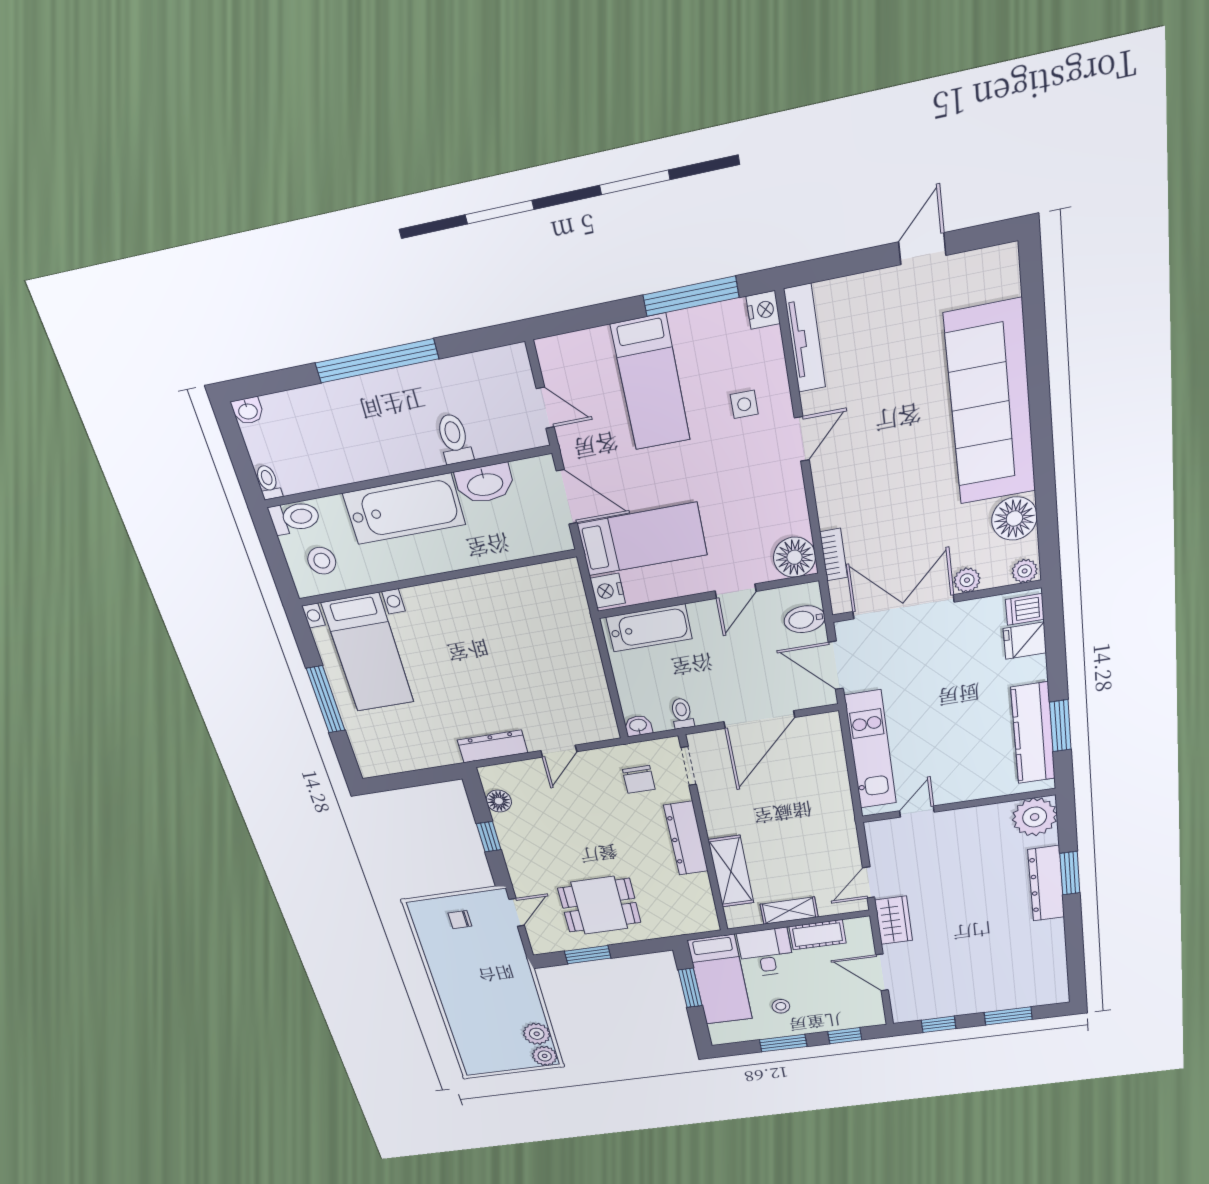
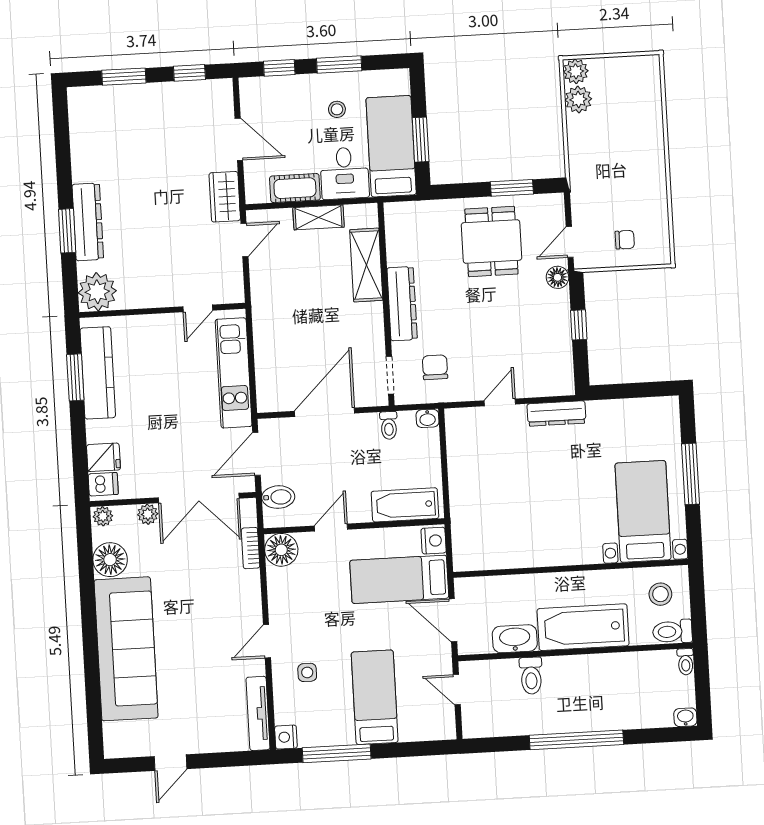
door: (836, 665) -> (256, 454), swing flipped
floor lamp: (499, 801) -> (557, 277), moved
dining table: (599, 905) -> (491, 241), turned 90

